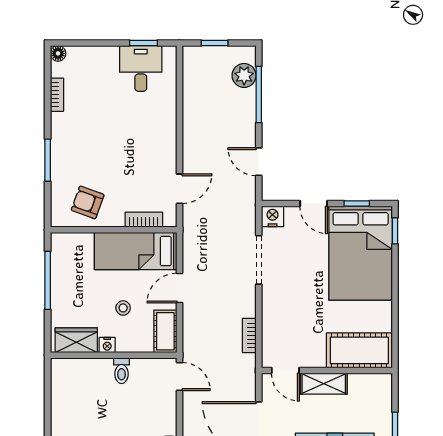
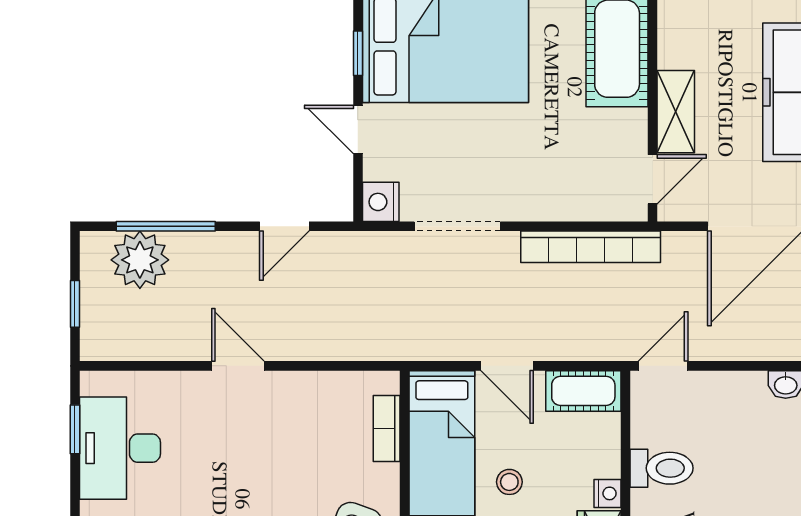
desk: (141, 68) -> (120, 448), width x1.37
plant: (244, 75) -> (140, 260), width x1.36, depth x1.36
door: (180, 189) -> (238, 366), moved
door: (314, 203) -> (358, 129), swing flipped
stool: (123, 308) -> (509, 482), moved
bookcase: (249, 335) -> (591, 247), width x2.31, depth x1.31
toilet: (122, 371) -> (662, 468), width x1.37, depth x1.39

